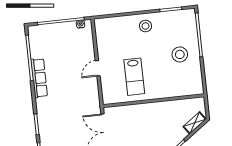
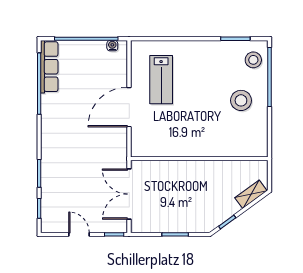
stool: (146, 26) -> (253, 60), moved
door: (98, 68) -> (129, 107), width x1.88
lab bench: (134, 77) -> (161, 80), moved
row of seats: (39, 78) -> (49, 67), moved

